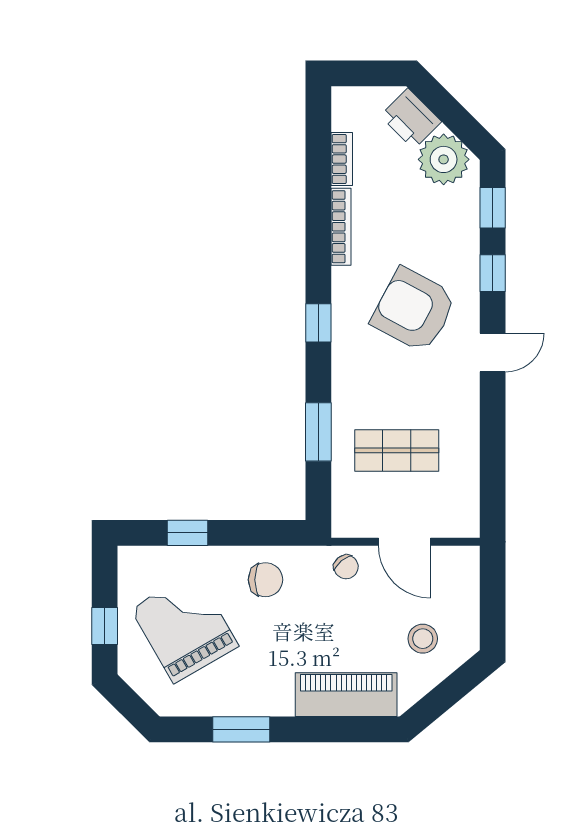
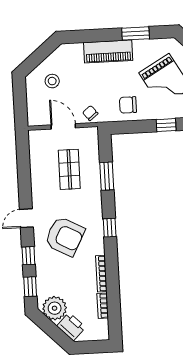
shop shelf: (397, 450) -> (69, 169), turned 90
piano: (346, 695) -> (108, 51), moved

